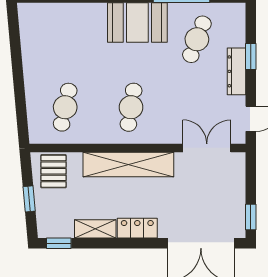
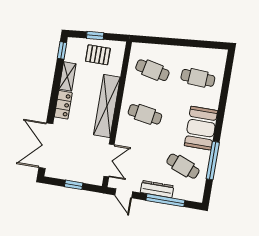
cafe table: (65, 39) -> (198, 78), added
window: (251, 56) -> (165, 200), width x2.17
pallet: (54, 171) -> (98, 55), moved
window: (251, 217) -> (74, 185), moved

